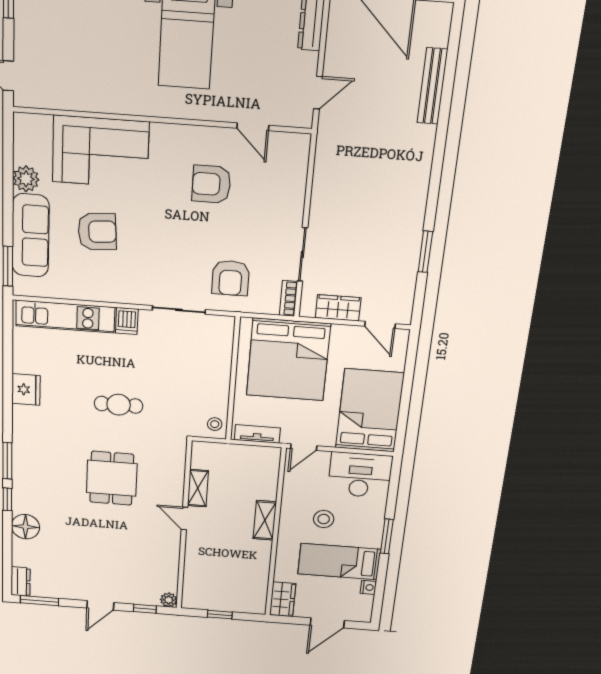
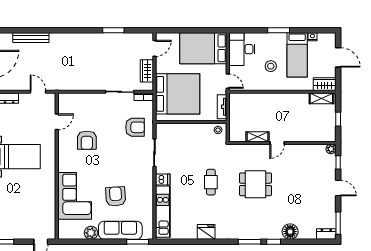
shelving: (265, 520) -> (321, 98), moved

